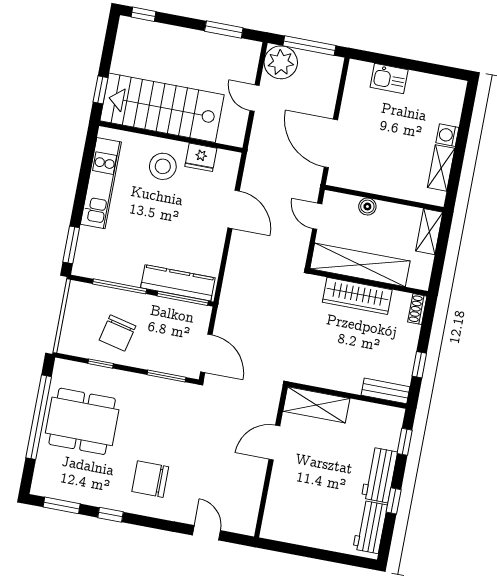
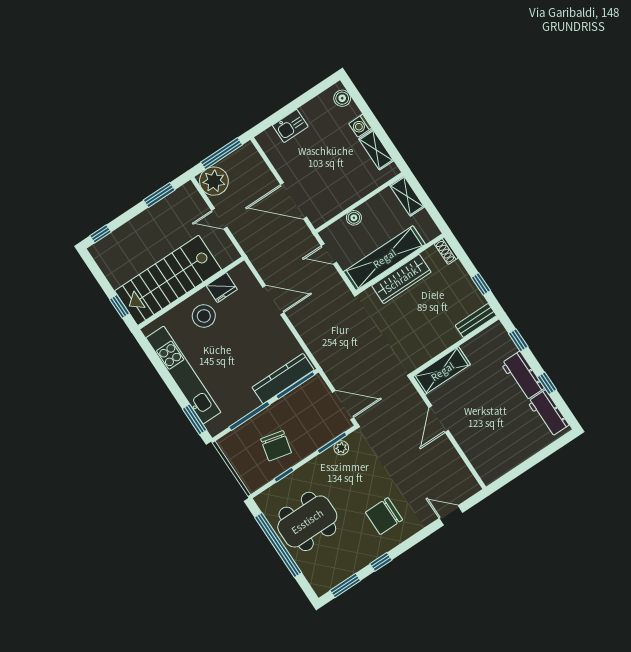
boiler: (455, 98) -> (342, 98), added
kitchen unit: (101, 183) -> (183, 375), width x1.36
plant: (170, 388) -> (341, 448), added

